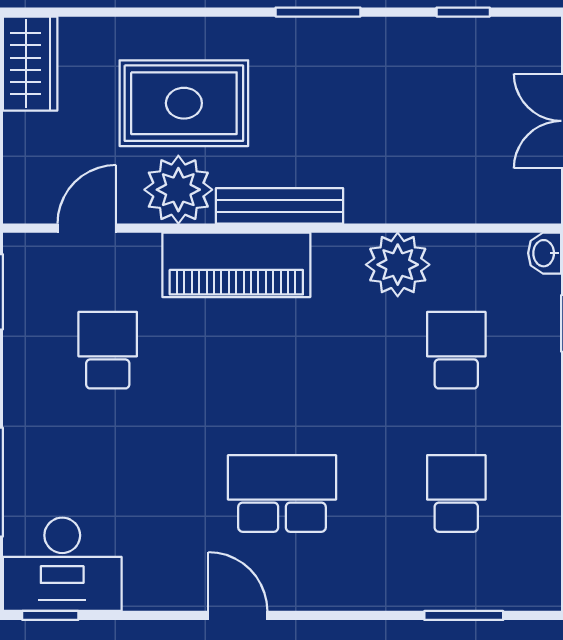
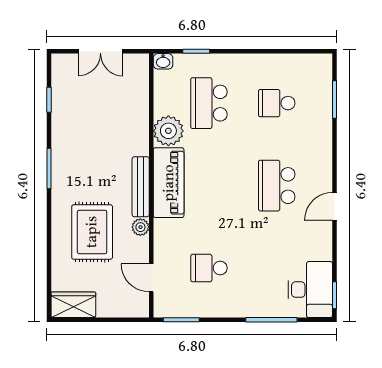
plant: (178, 190) -> (140, 227), width x0.53, depth x0.53
piano: (236, 265) -> (169, 183), moved
school desk: (456, 350) -> (209, 103), width x1.85

